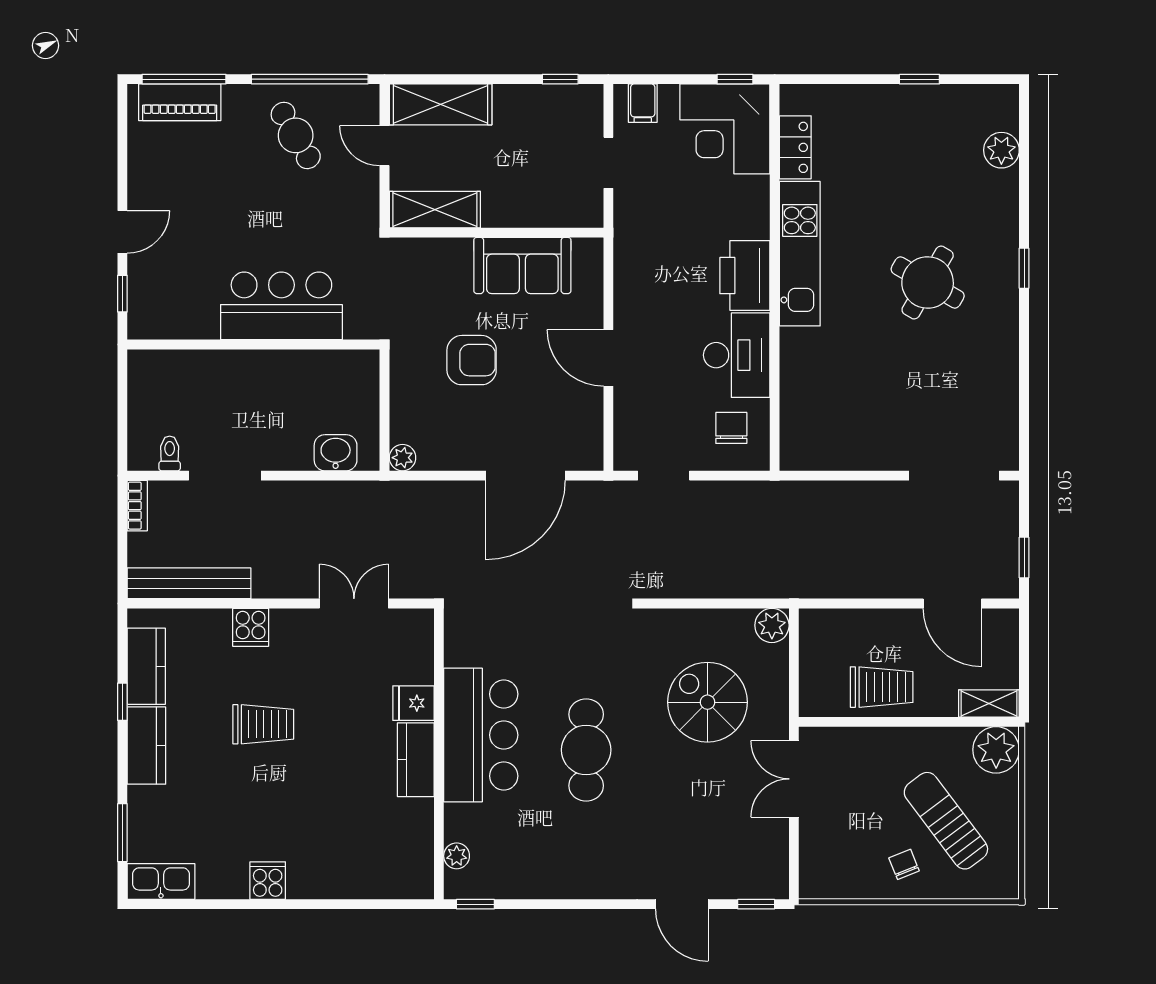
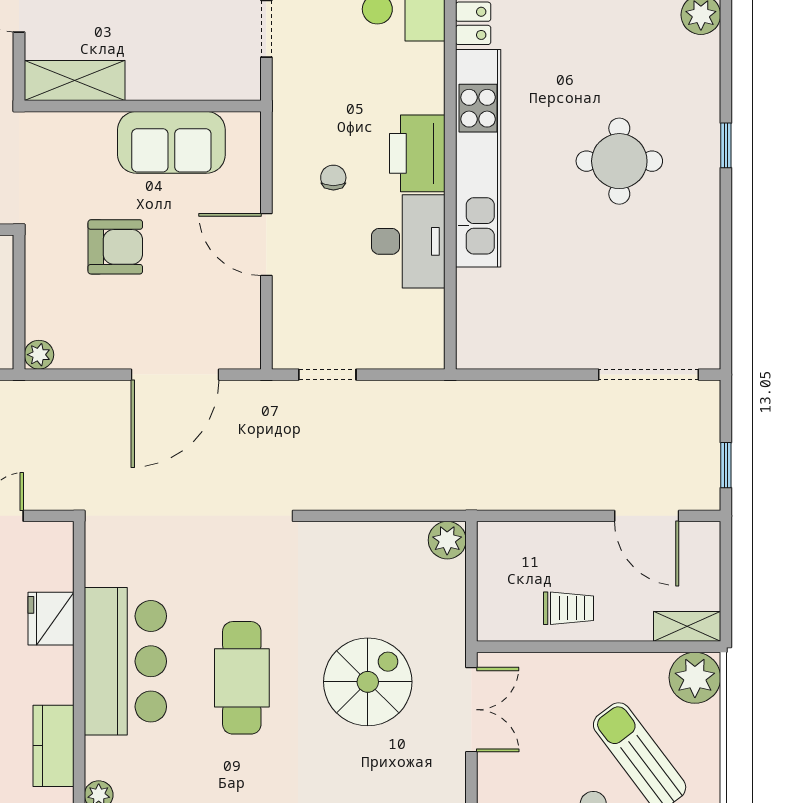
kitchen unit: (800, 254) -> (478, 158), width x1.36
round table: (928, 282) -> (619, 161), turned -30
chair: (731, 428) -> (333, 178), moved, width x0.73, depth x0.73
trolley: (882, 687) -> (568, 608), width x0.73, depth x0.72
spiral stairs: (707, 702) -> (368, 682), moved, turned 90
fridge: (413, 703) -> (51, 619), width x1.38
kitchen counter: (416, 760) -> (53, 746), moved
double door: (794, 779) -> (471, 710), swing flipped

